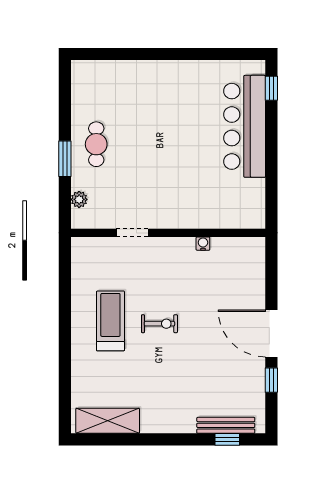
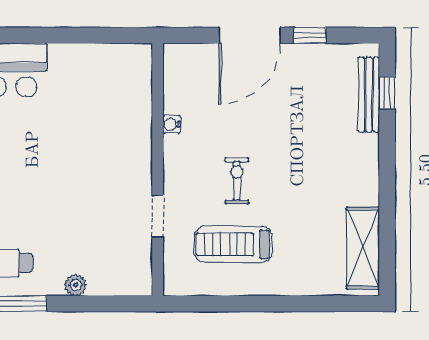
doorway: (132, 233) -> (158, 216), moved
wall: (168, 233) -> (158, 170), moved
water cooler: (203, 244) -> (172, 124), moved

